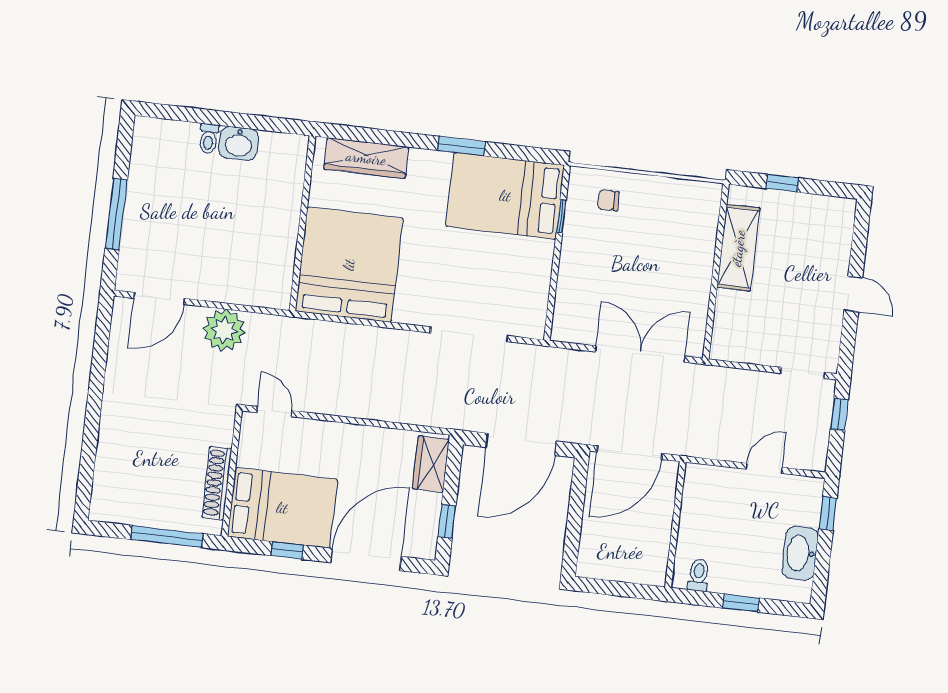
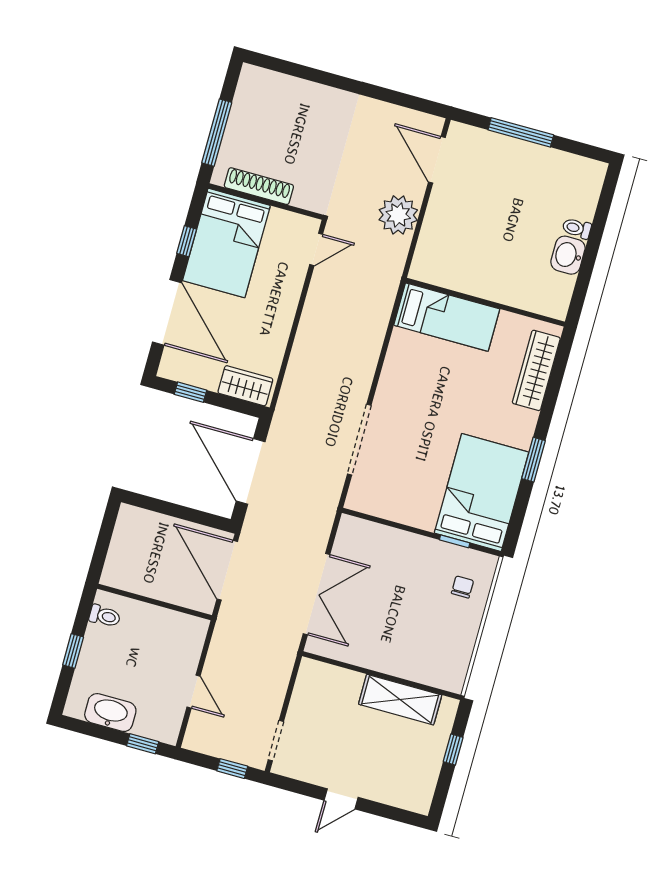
bed: (349, 265) -> (447, 317), width x0.49

